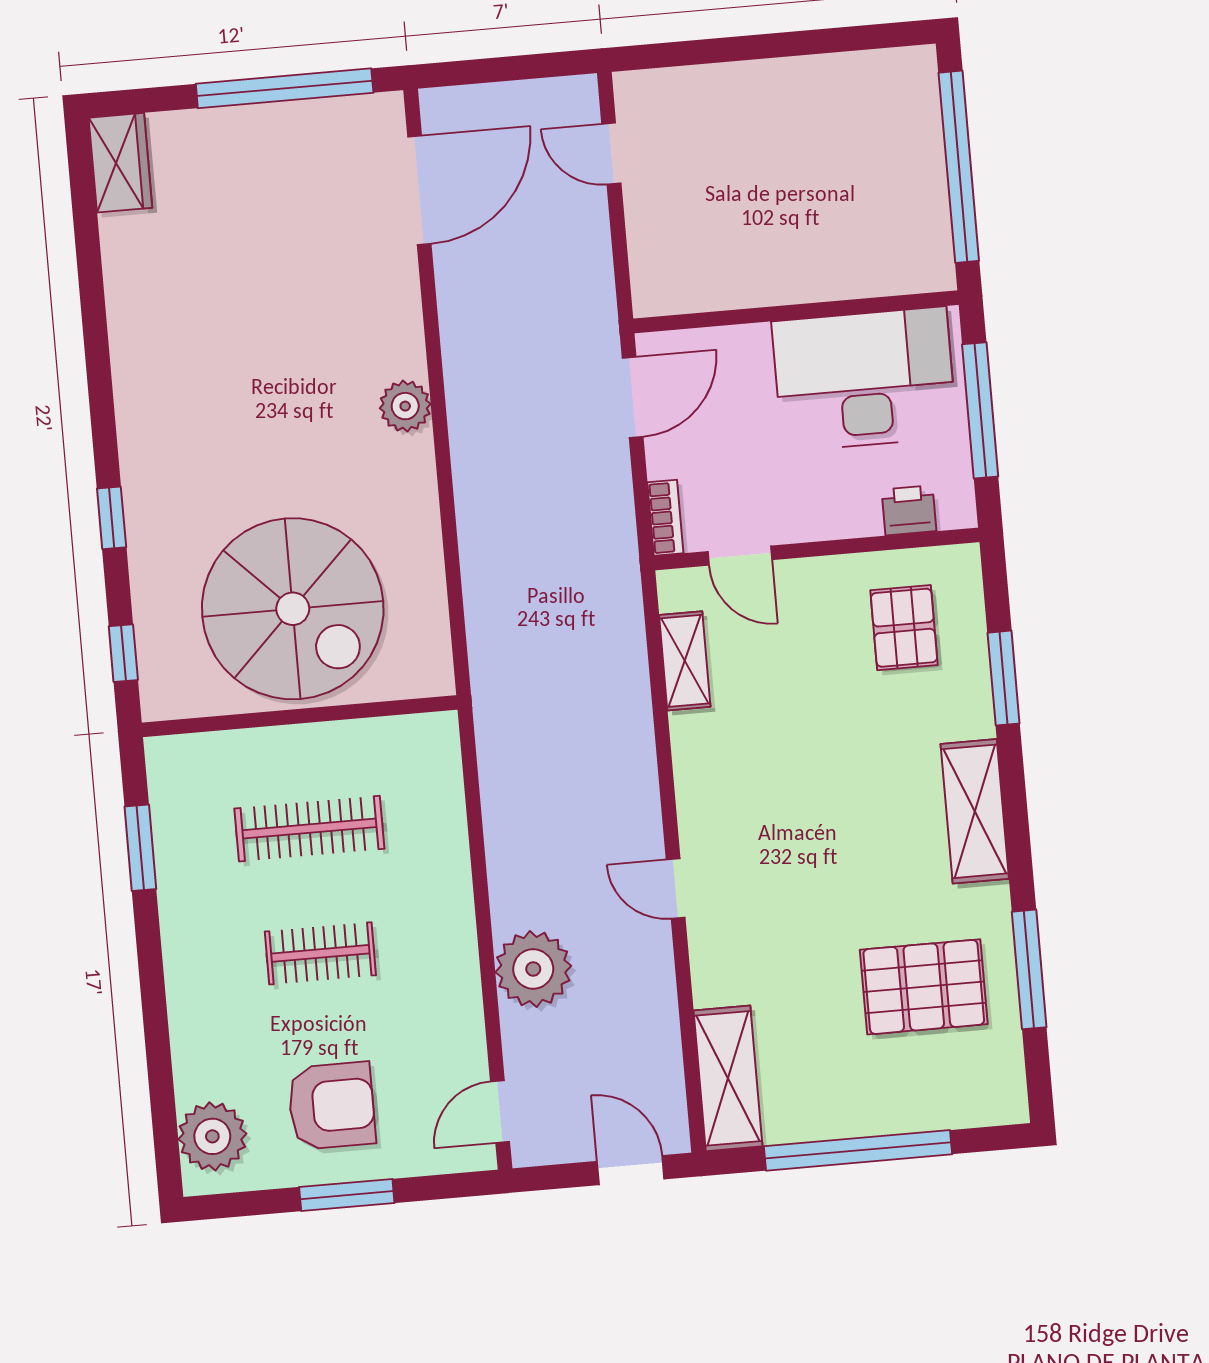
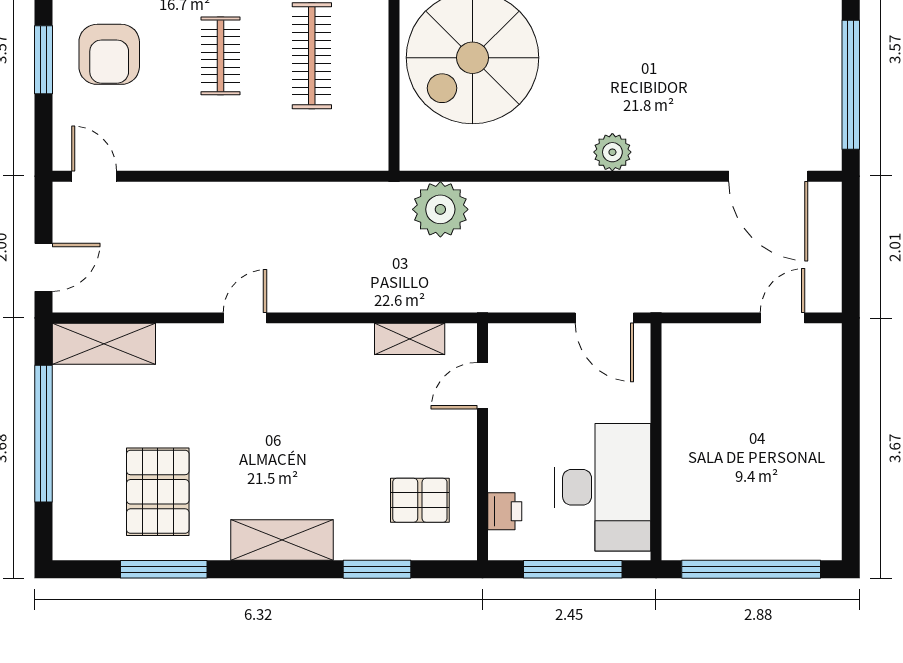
bookcase: (665, 518) -> (515, 334), removed
plant: (533, 969) -> (440, 209), moved

